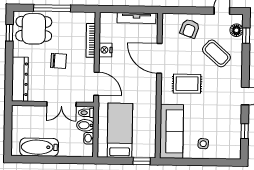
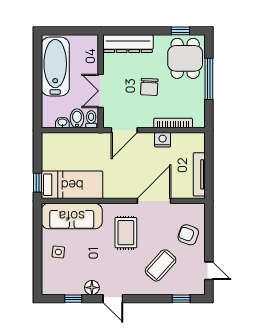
floor lamp: (236, 30) -> (92, 288), moved
bed: (120, 130) -> (72, 185), moved
bathtub: (39, 147) -> (55, 67), width x1.36, depth x1.36

